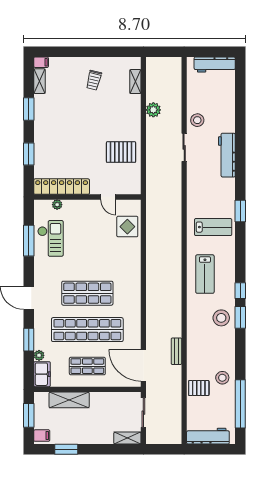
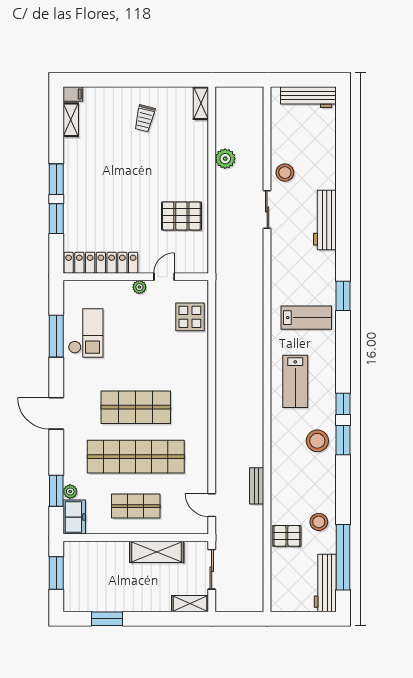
shelving: (135, 82) -> (201, 103), moved
window: (29, 109) -> (56, 179), moved
door: (108, 197) -> (164, 277), swing flipped
plant: (57, 205) -> (139, 287), moved
window: (29, 340) -> (56, 491), moved
door: (143, 365) -> (212, 505), width x0.53
shelving: (69, 400) -> (157, 552), moved
filing cabinet: (42, 436) -> (74, 600), removed
workbench: (208, 436) -> (325, 583), moved, turned -90

